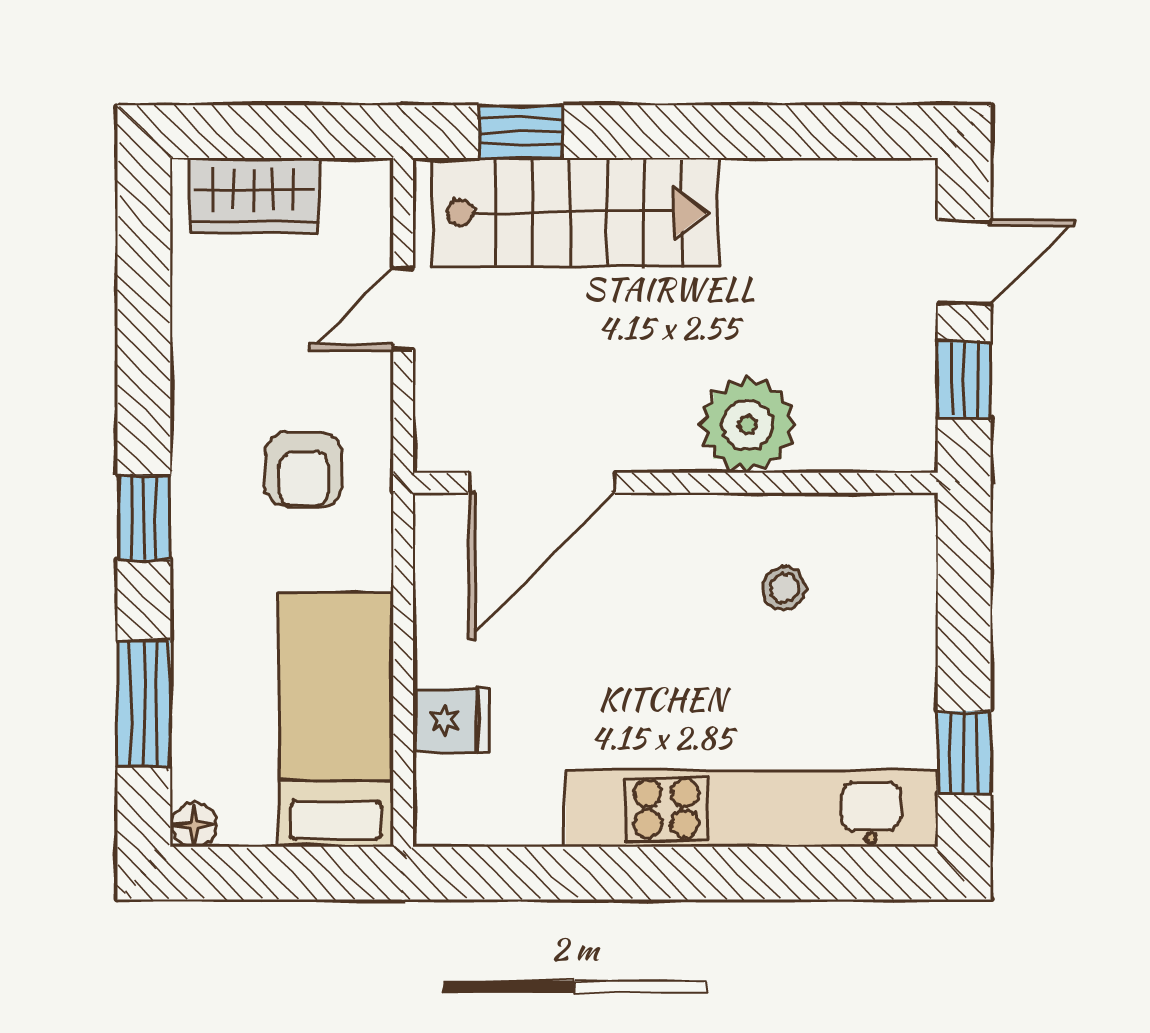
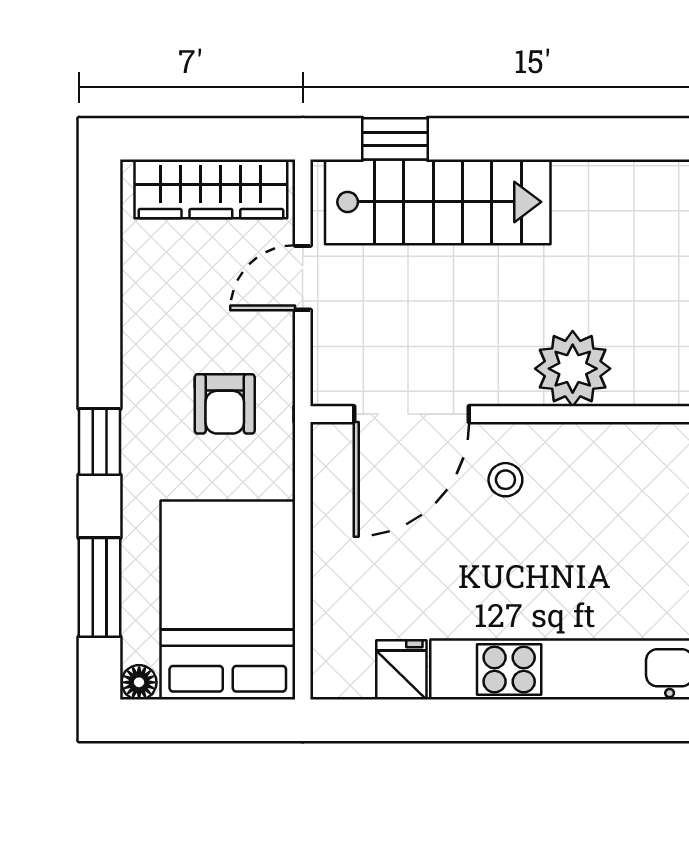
wardrobe: (254, 196) -> (211, 189), width x1.50
stool: (784, 588) -> (505, 480), moved
bed: (336, 720) -> (228, 600), width x1.50
fridge: (451, 720) -> (401, 670), moved, turned -90

